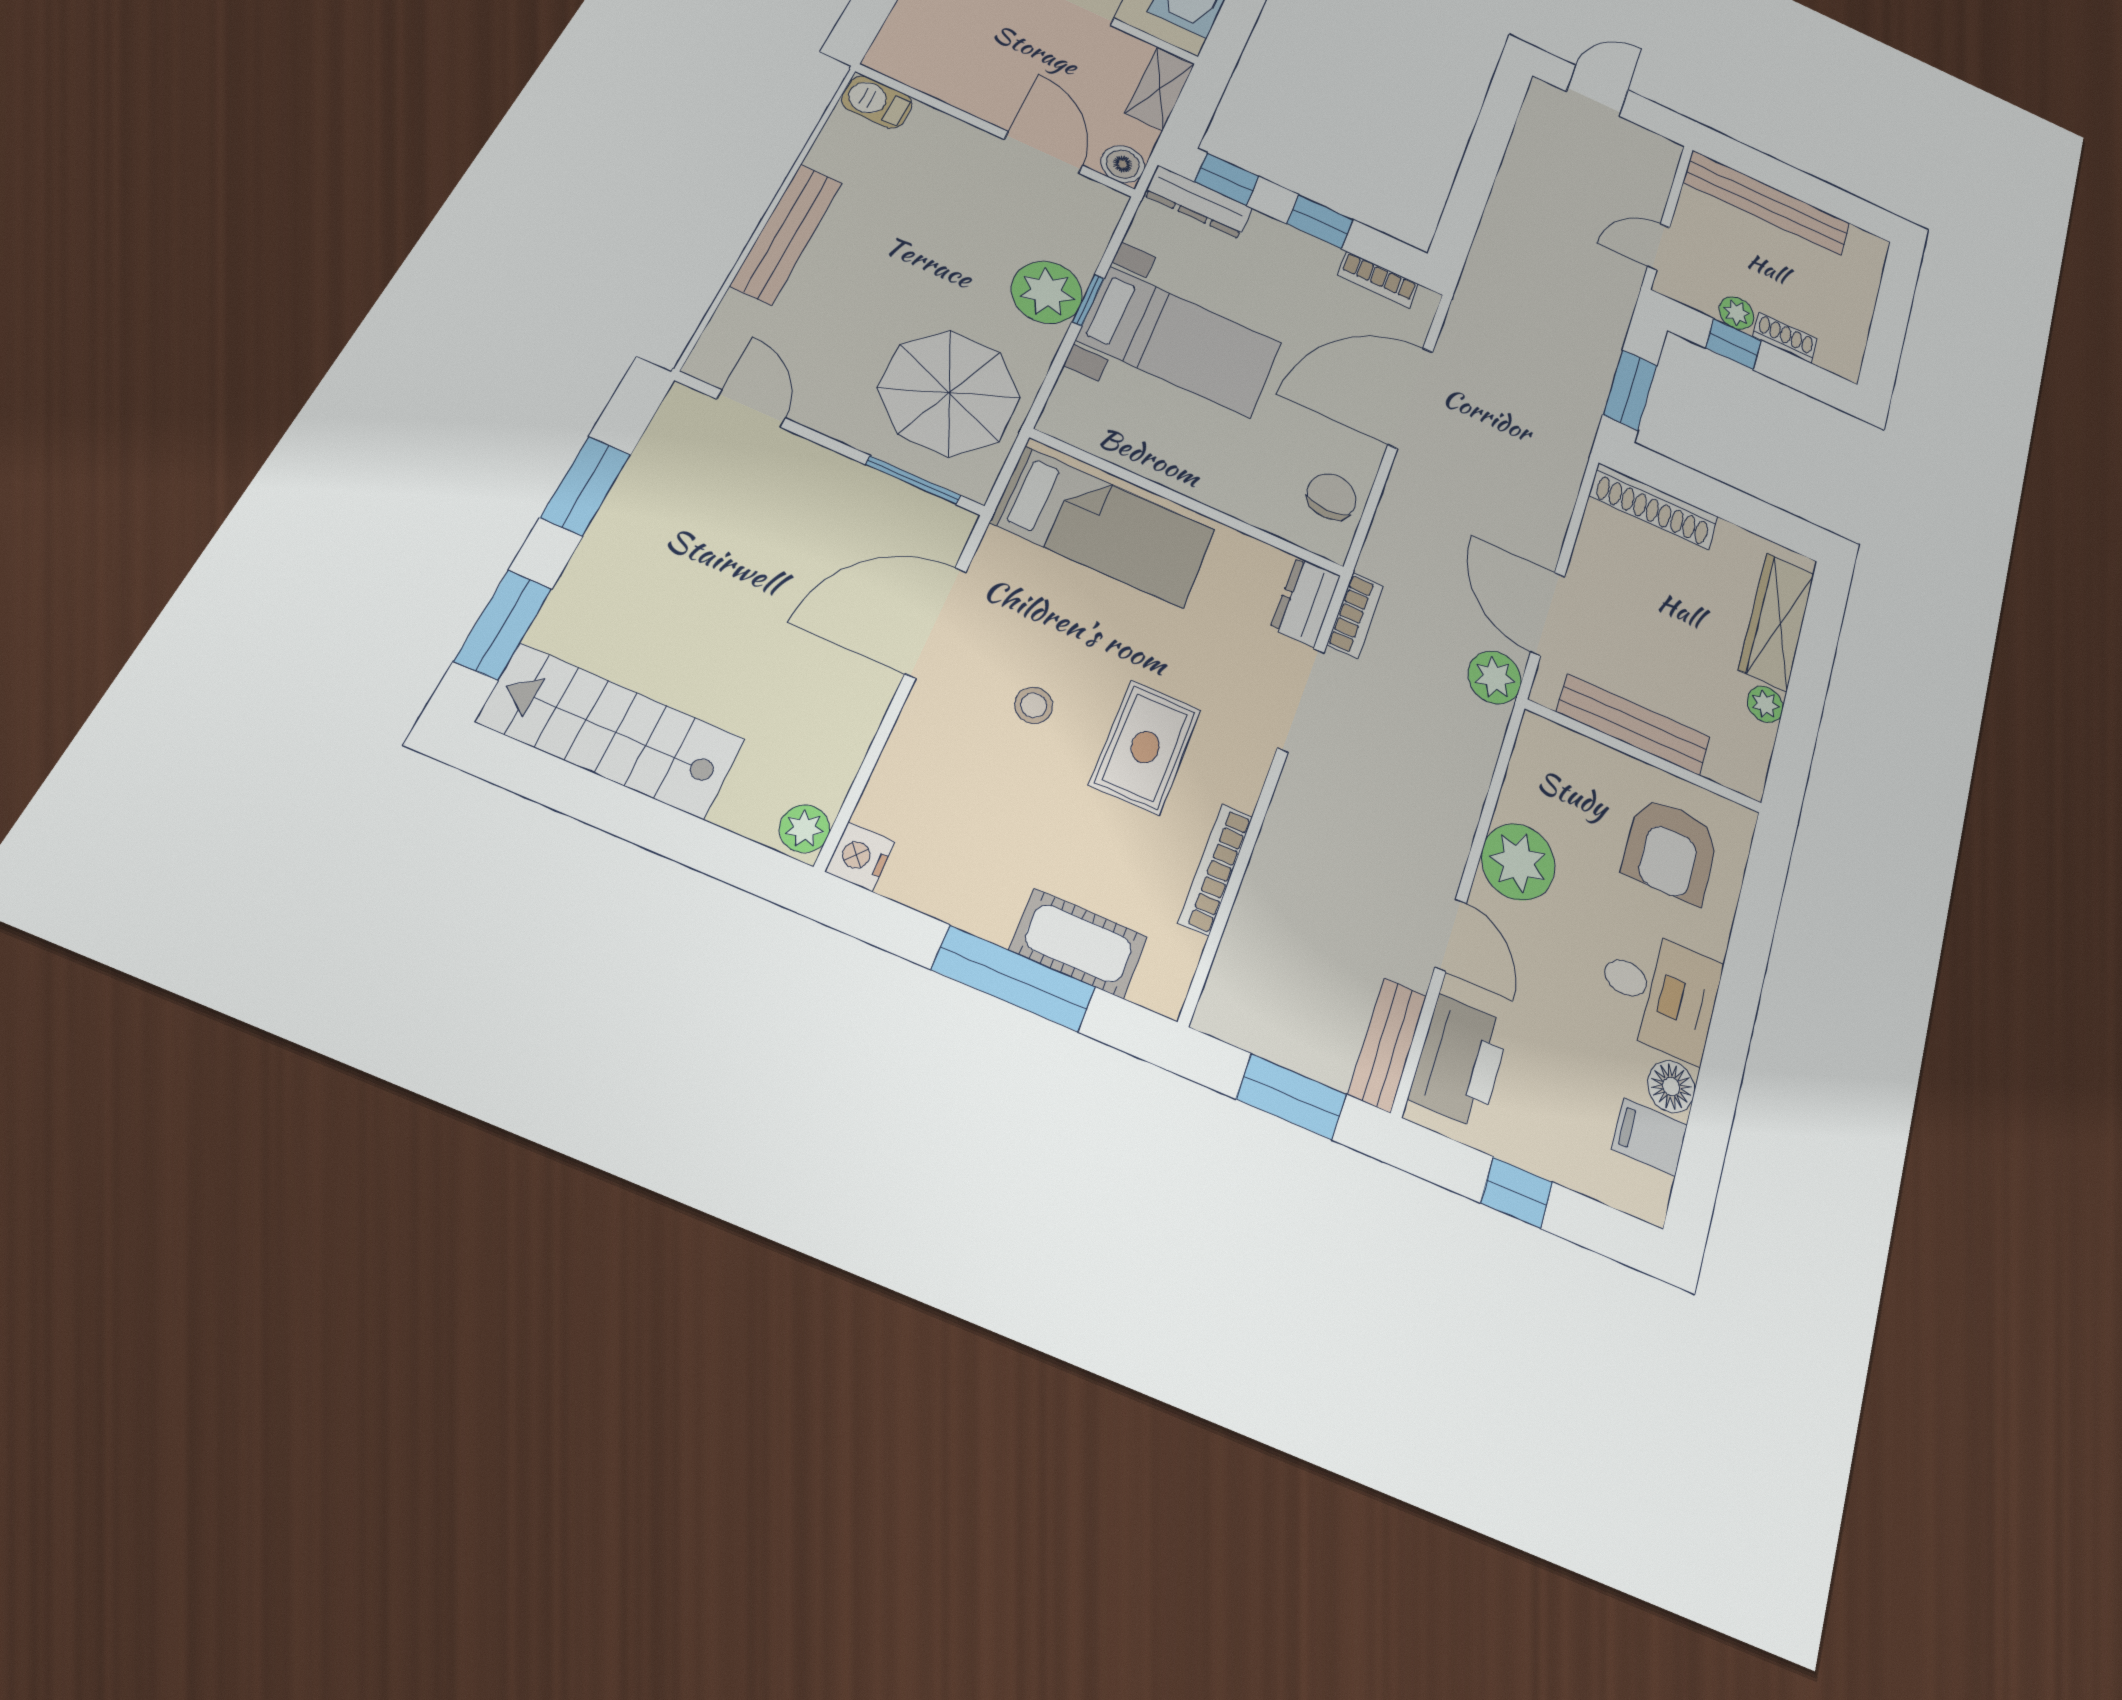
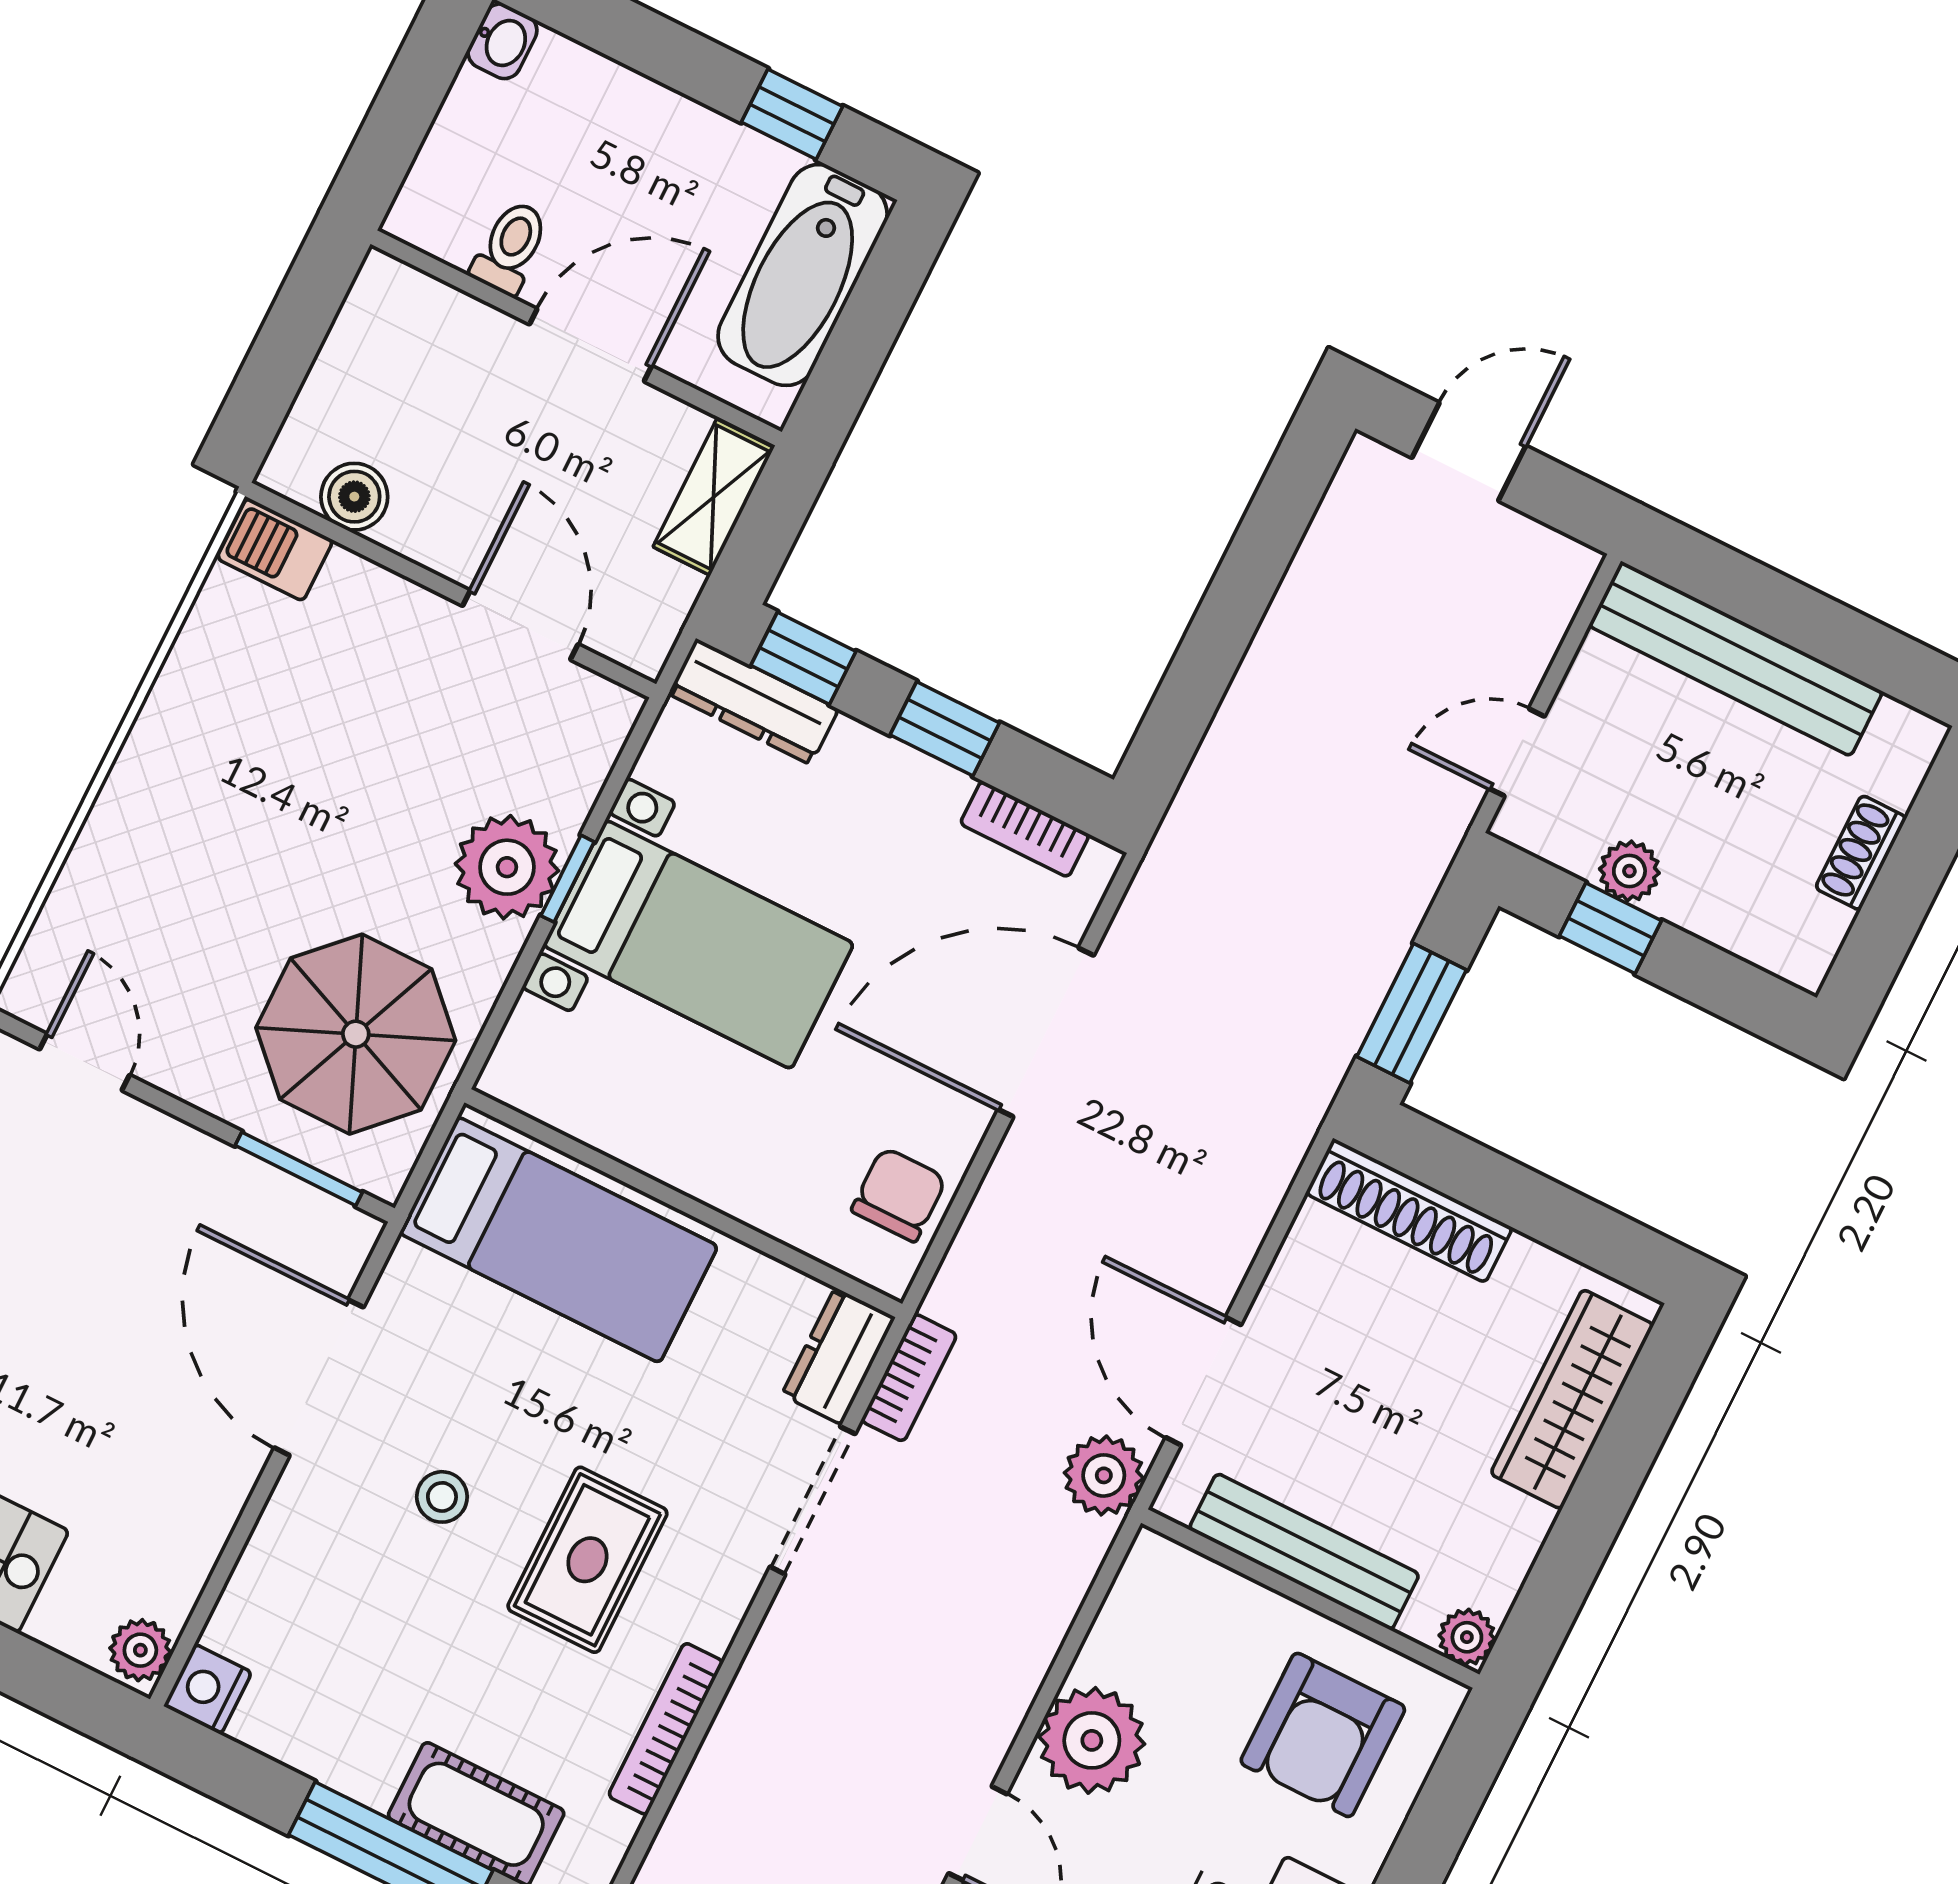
boiler: (1123, 164) -> (354, 497), moved
bench: (786, 234) -> (138, 783), removed
shoe rack: (1785, 338) -> (1861, 853), moved, turned -90
door: (936, 622) -> (319, 1377), hinge flipped
plant: (1765, 704) -> (1467, 1637), moved

